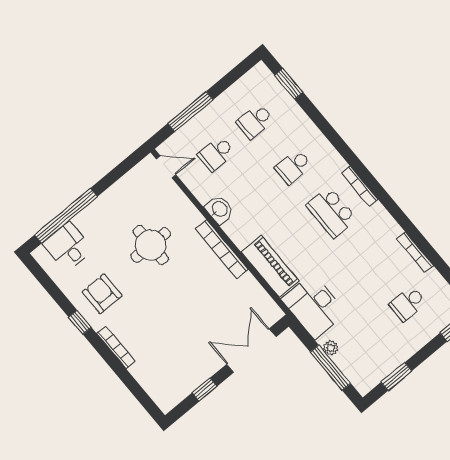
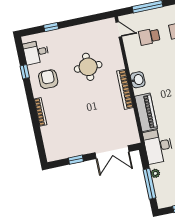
washbasin: (219, 209) -> (138, 80), moved
window: (66, 216) -> (51, 27), width x0.32
desk: (68, 247) -> (36, 52), moved, turned -90
window: (80, 322) -> (25, 72), moved
double door: (251, 350) -> (112, 152), swing flipped

